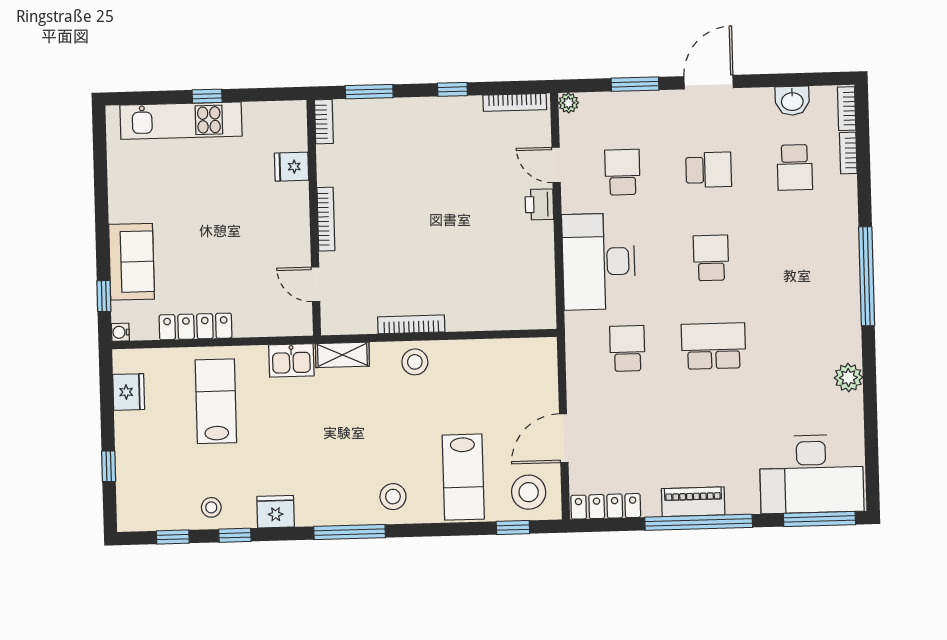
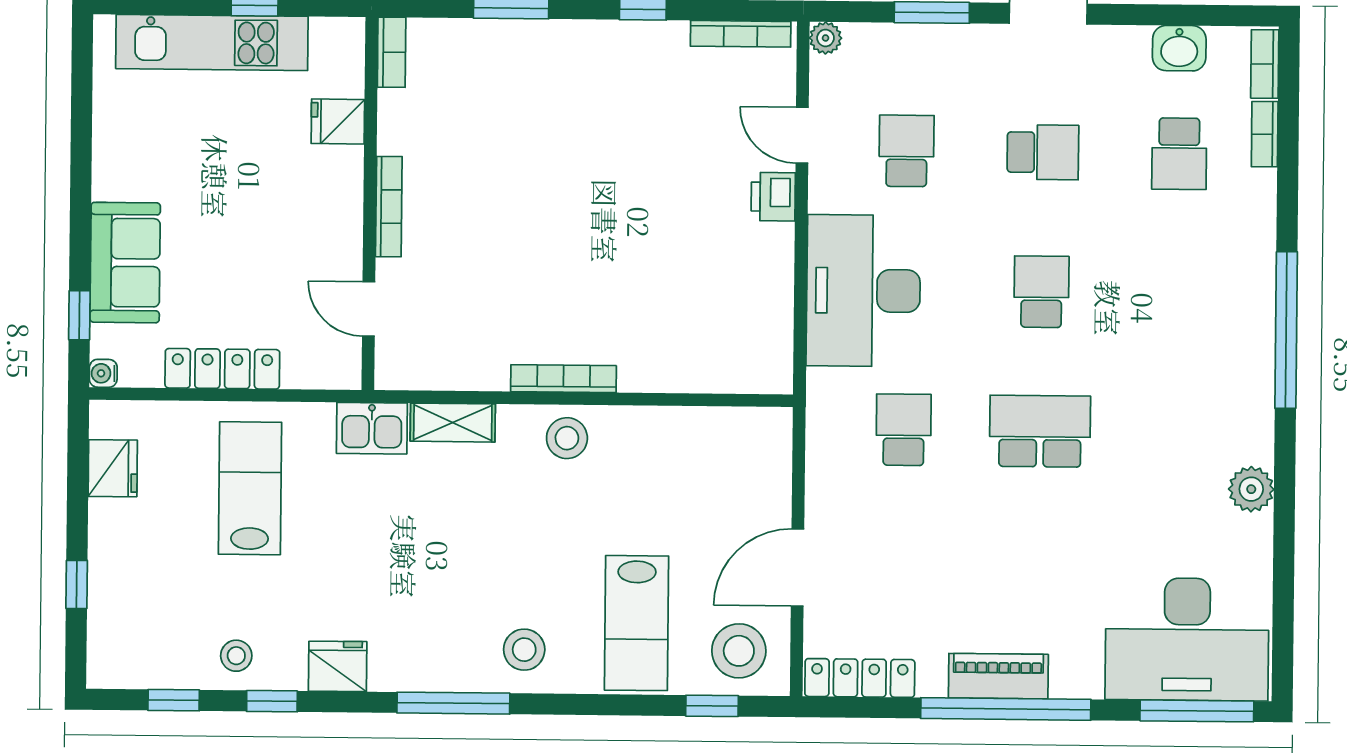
bookcase: (324, 122) -> (392, 52), moved
fridge: (292, 167) -> (338, 121), moved
wall: (314, 218) -> (370, 204), moved
bookcase: (326, 219) -> (389, 207), moved
door: (316, 284) -> (369, 309), moved

